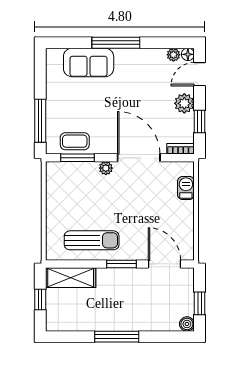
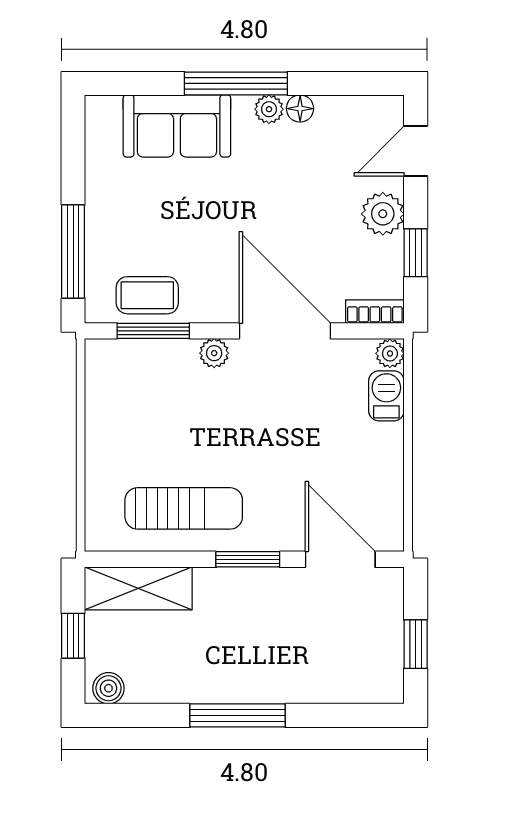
floor lamp: (188, 54) -> (300, 109), moved
plant: (173, 55) -> (269, 109), moved
plant: (188, 168) -> (390, 353), added
boiler: (187, 324) -> (108, 688), moved

